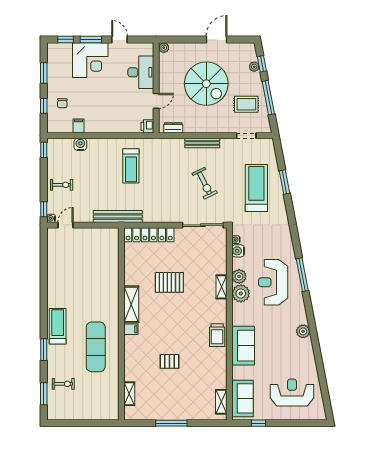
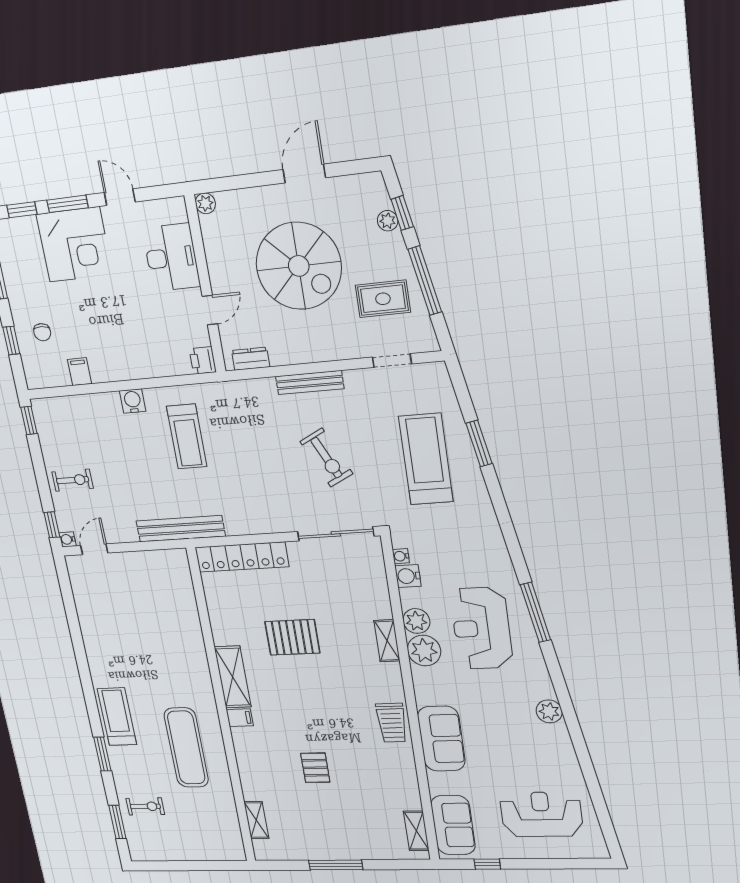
water cooler: (80, 144) -> (133, 401), moved
pallet: (169, 361) -> (315, 768), turned 90

